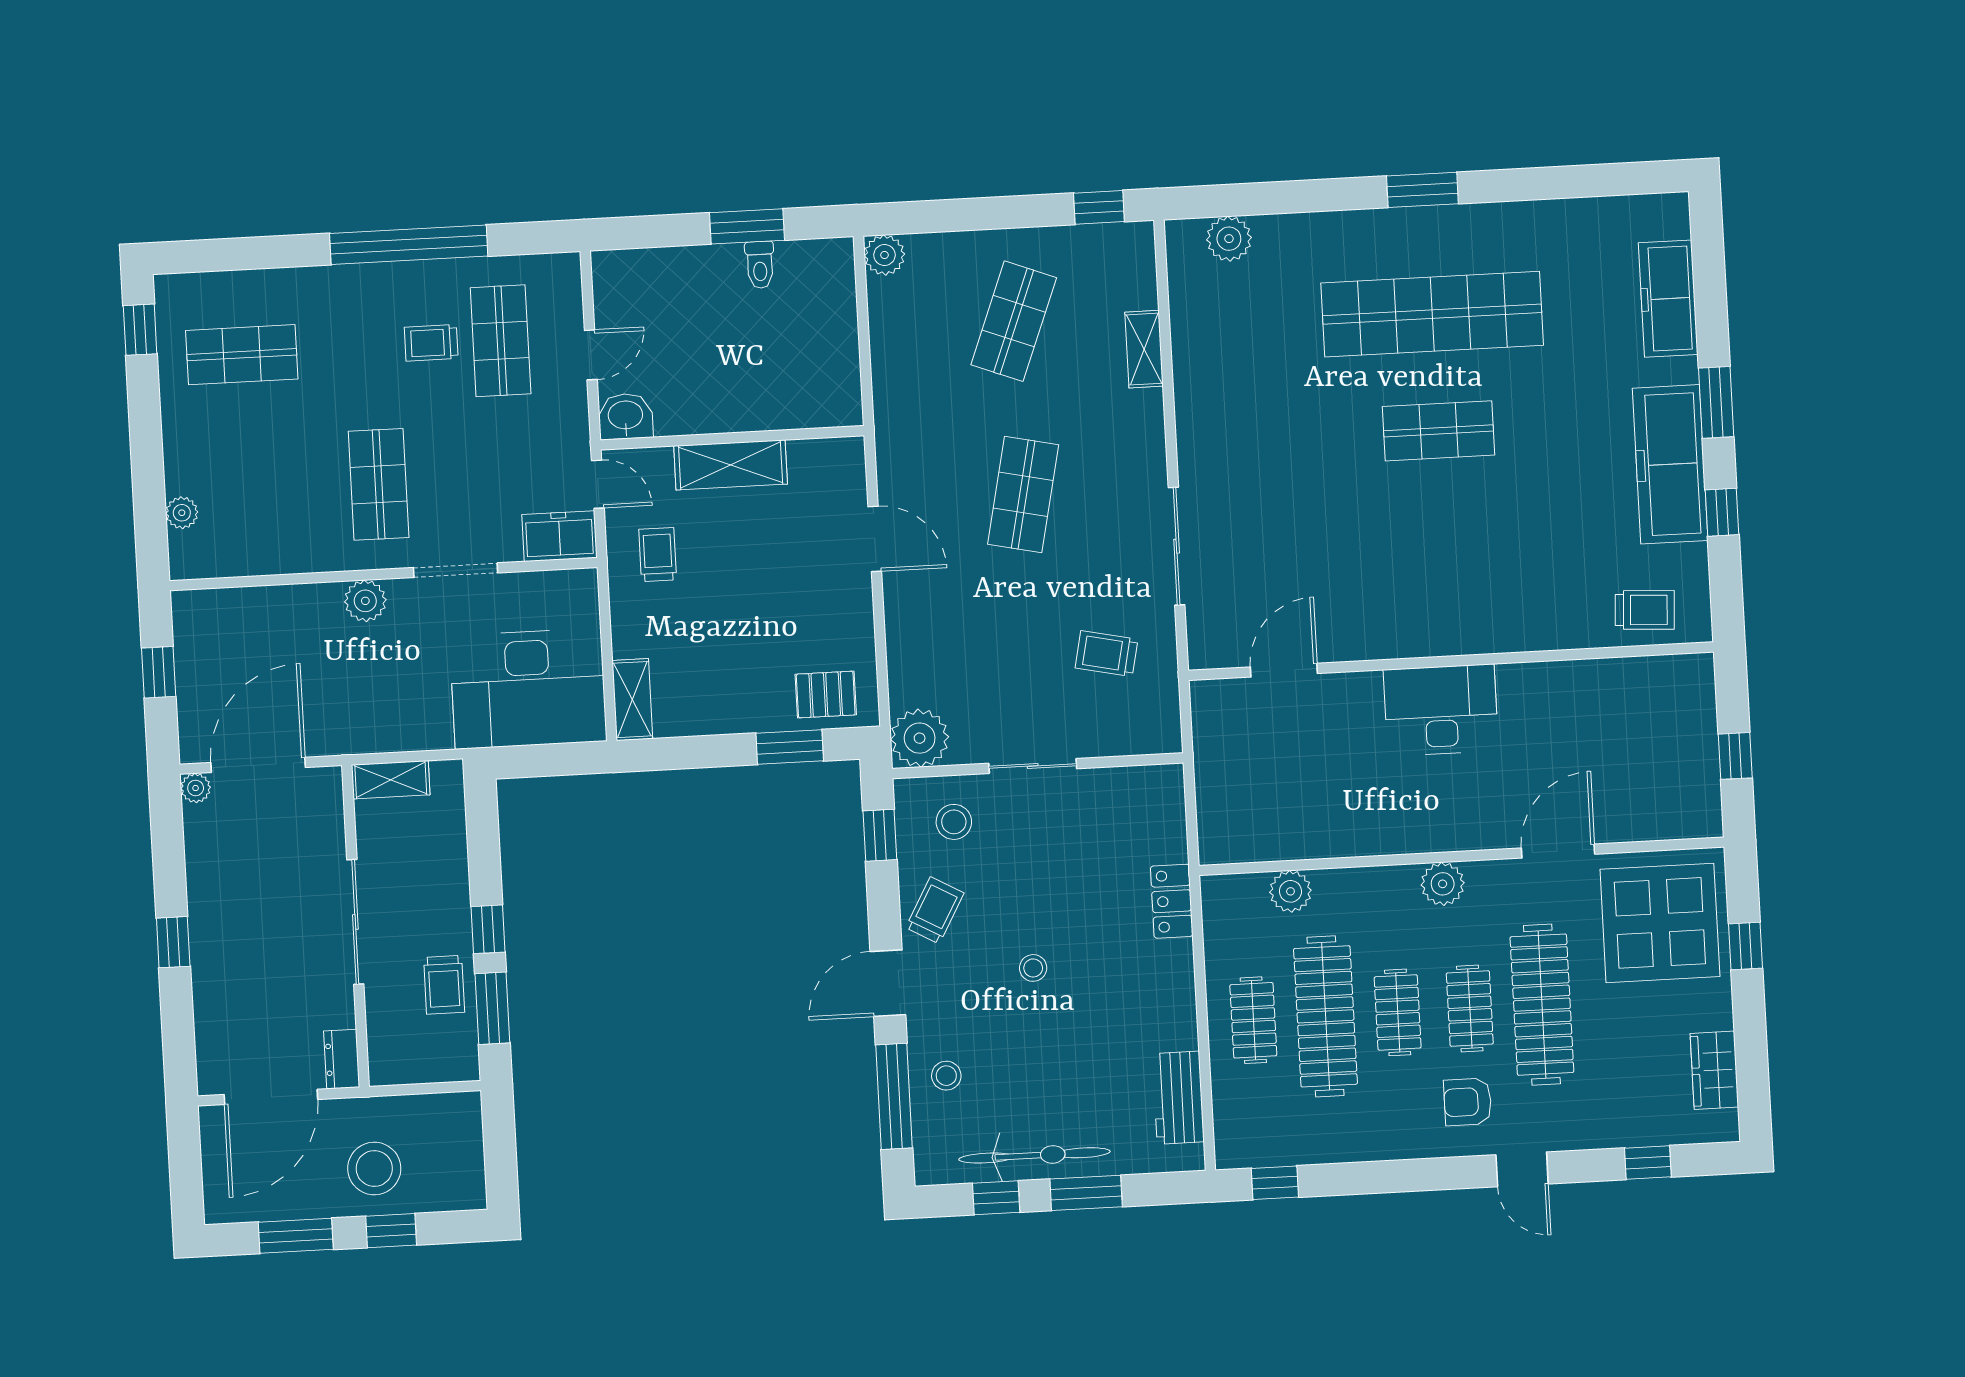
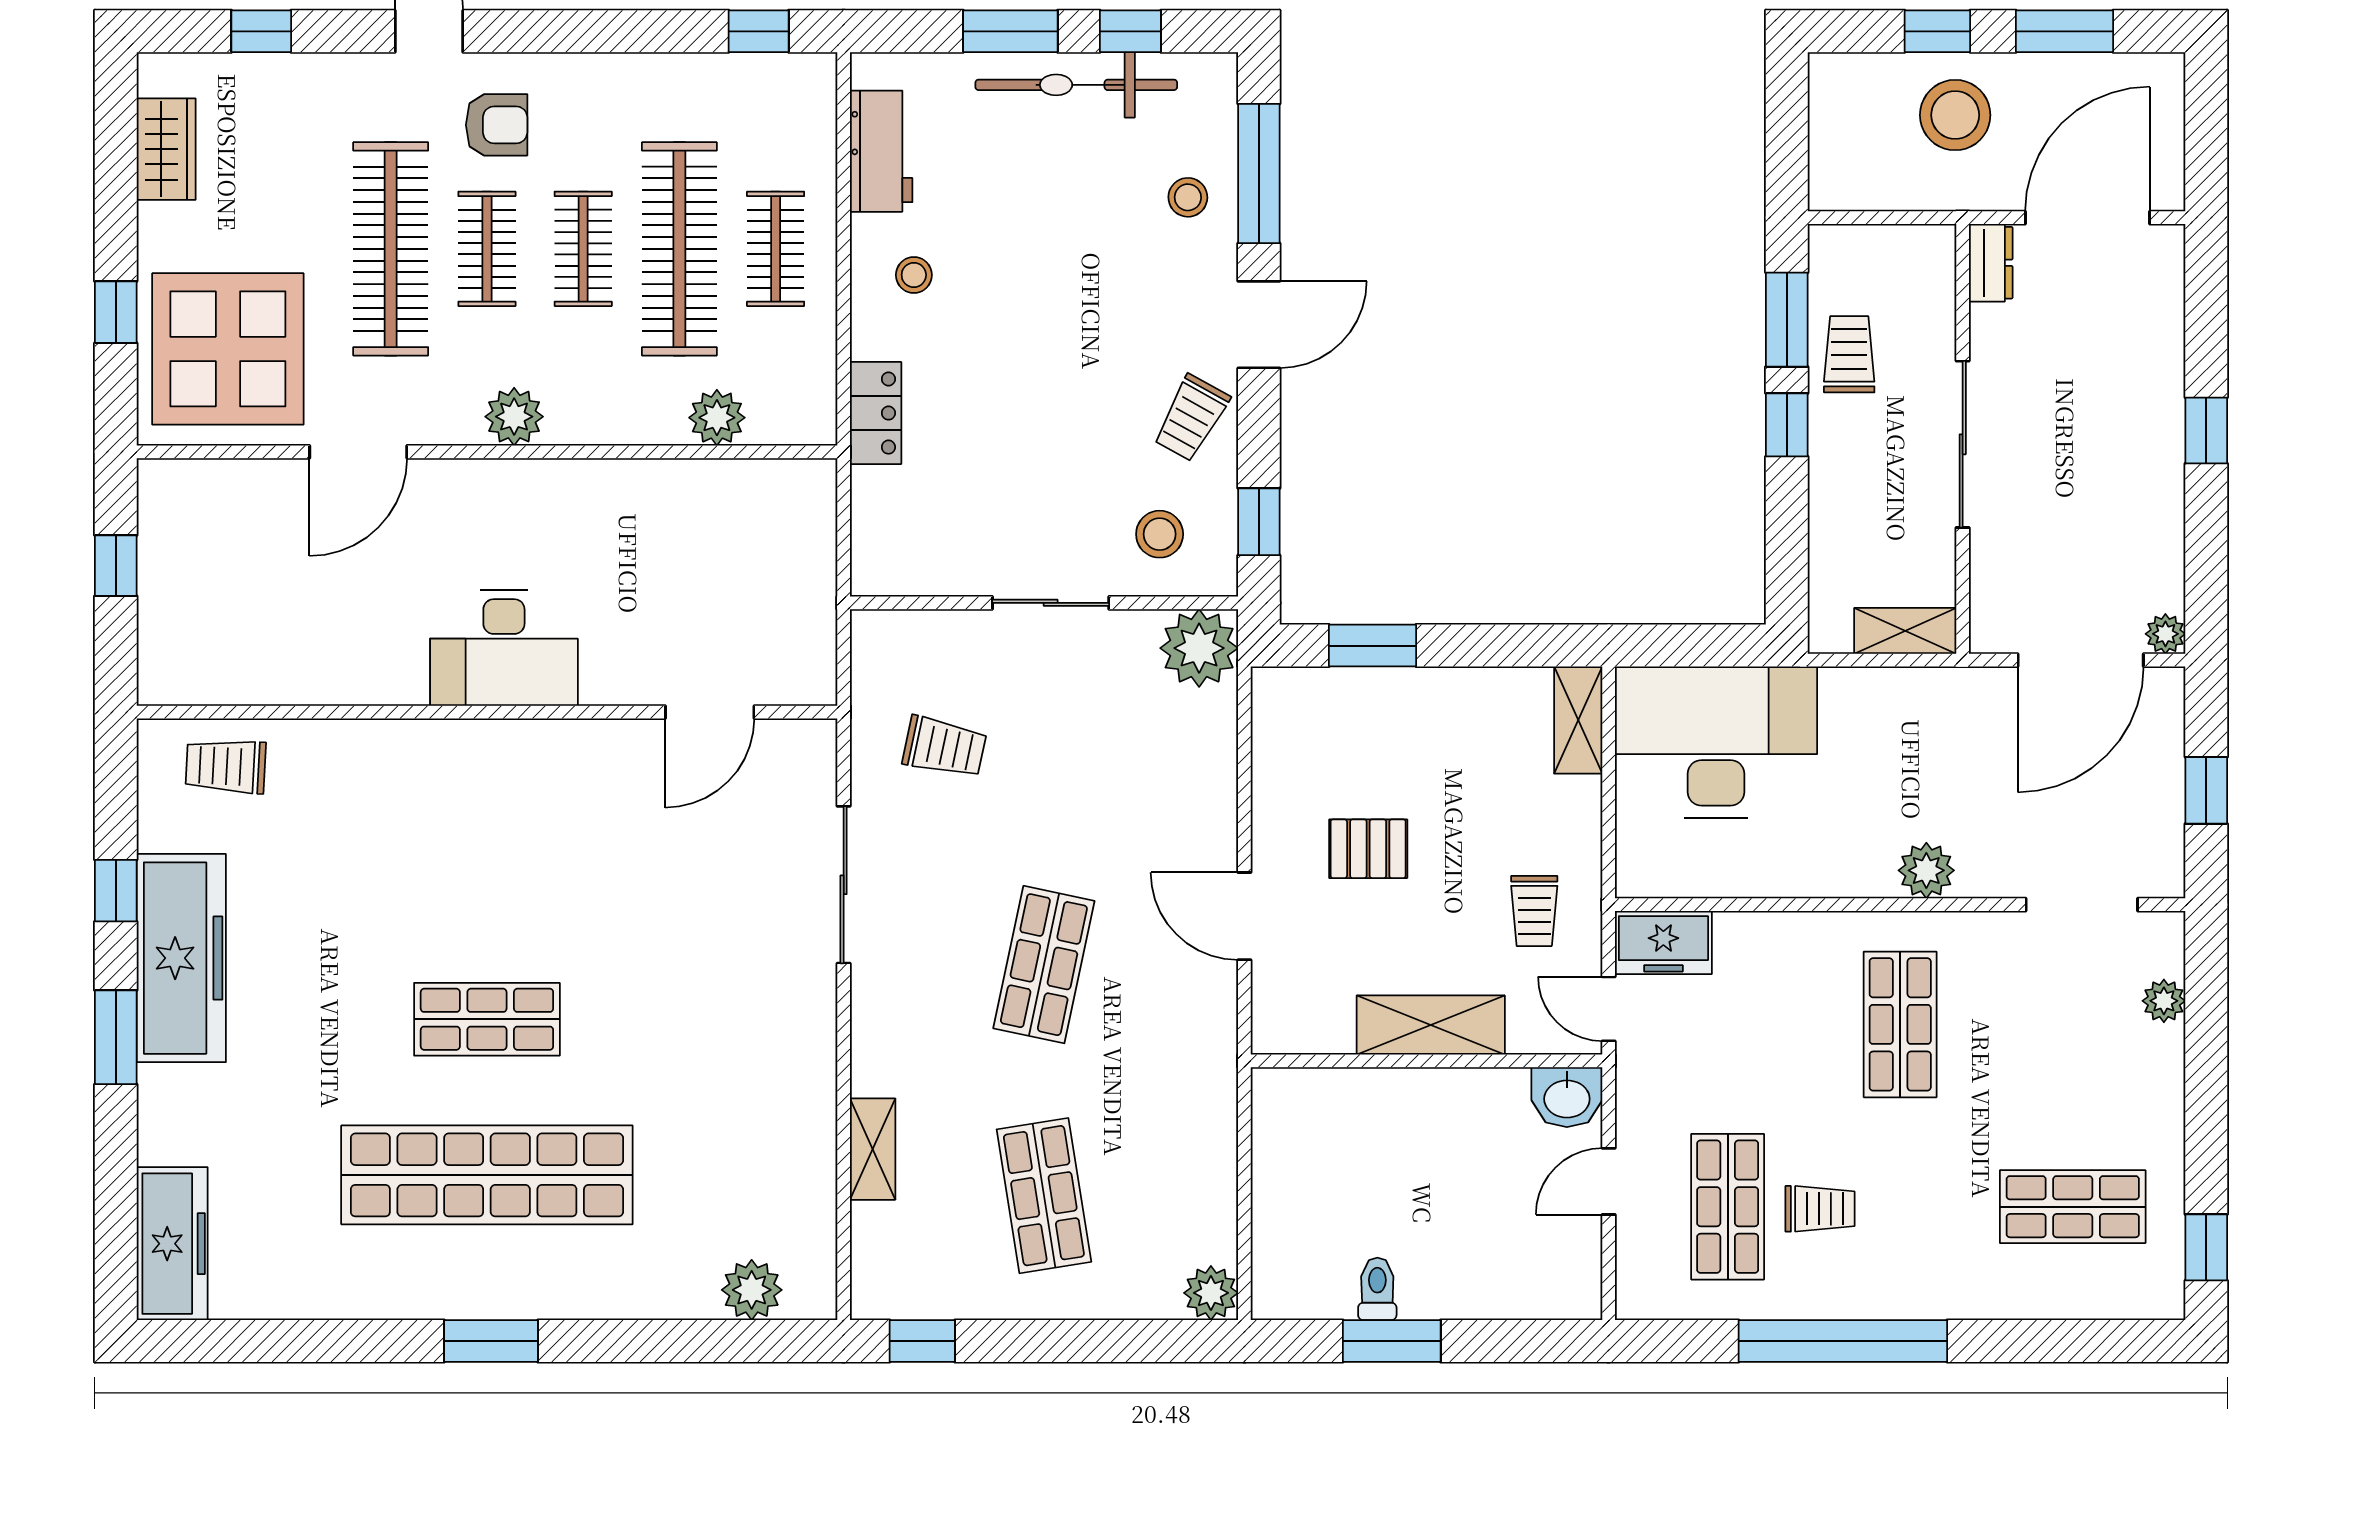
freezer: (1668, 299) -> (172, 1244), moved
shop shelf: (1014, 321) -> (1044, 1196), turned -30
doorway: (456, 570) -> (2082, 905), moved
pallet: (826, 695) -> (1368, 849), moved
stool: (1033, 968) -> (914, 275), moved

